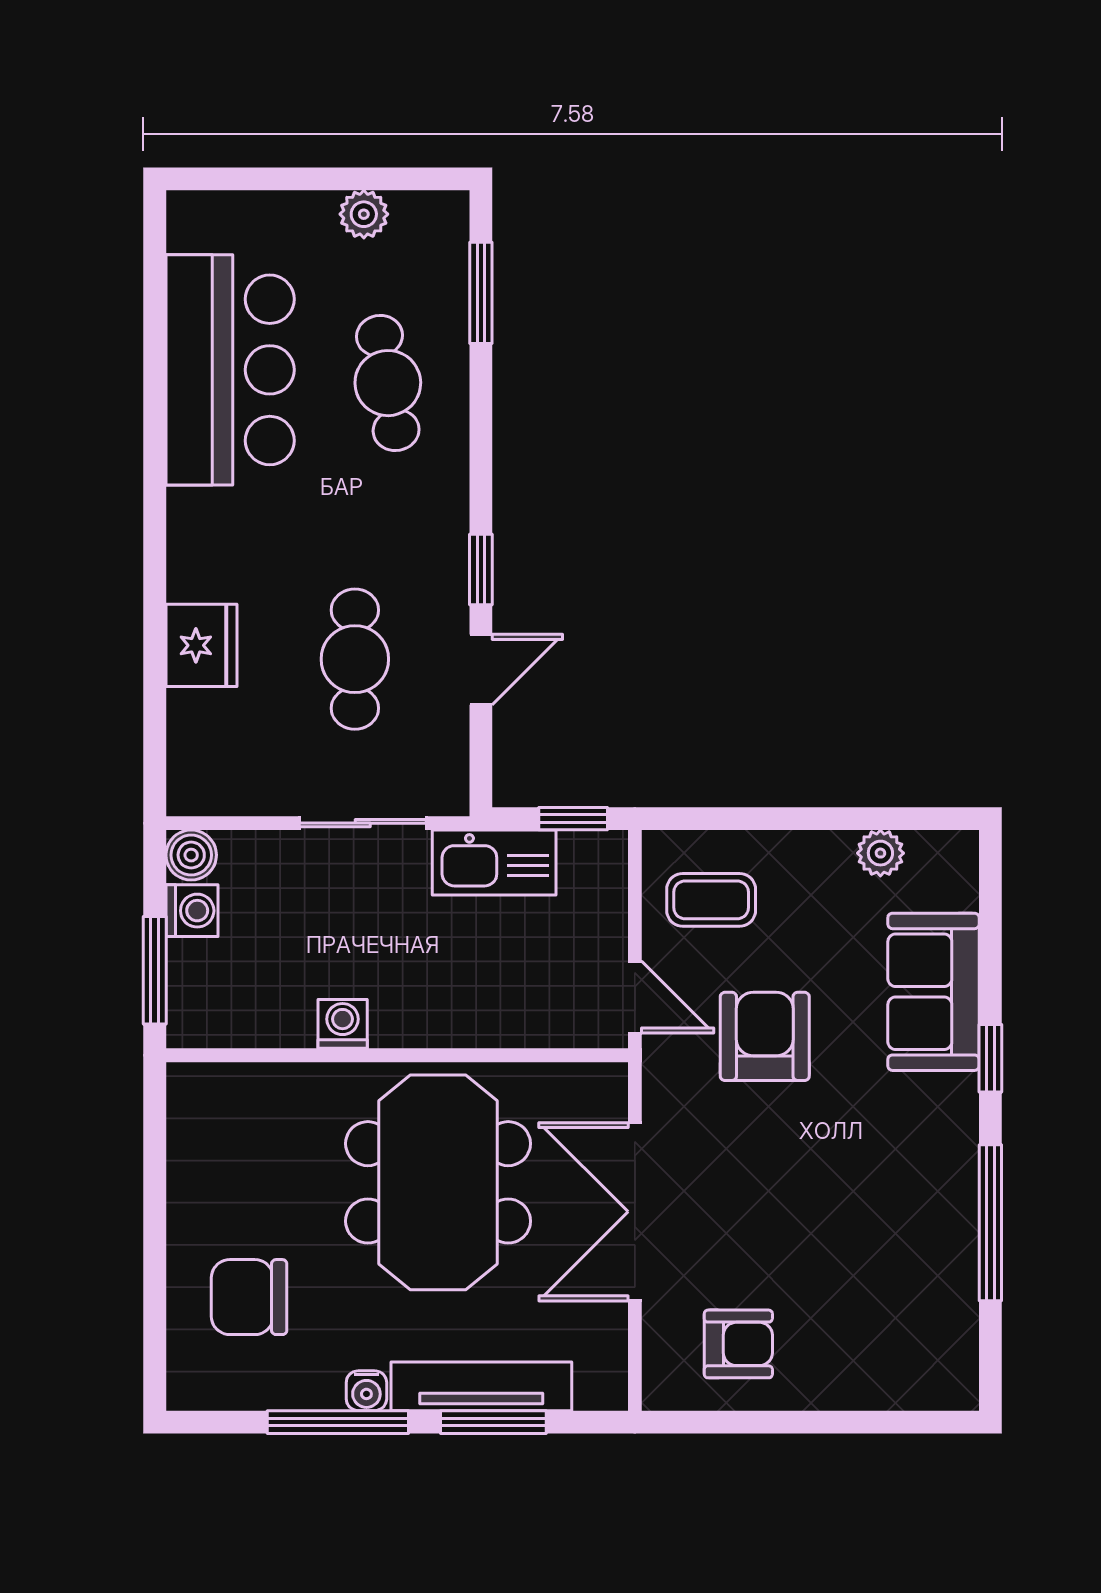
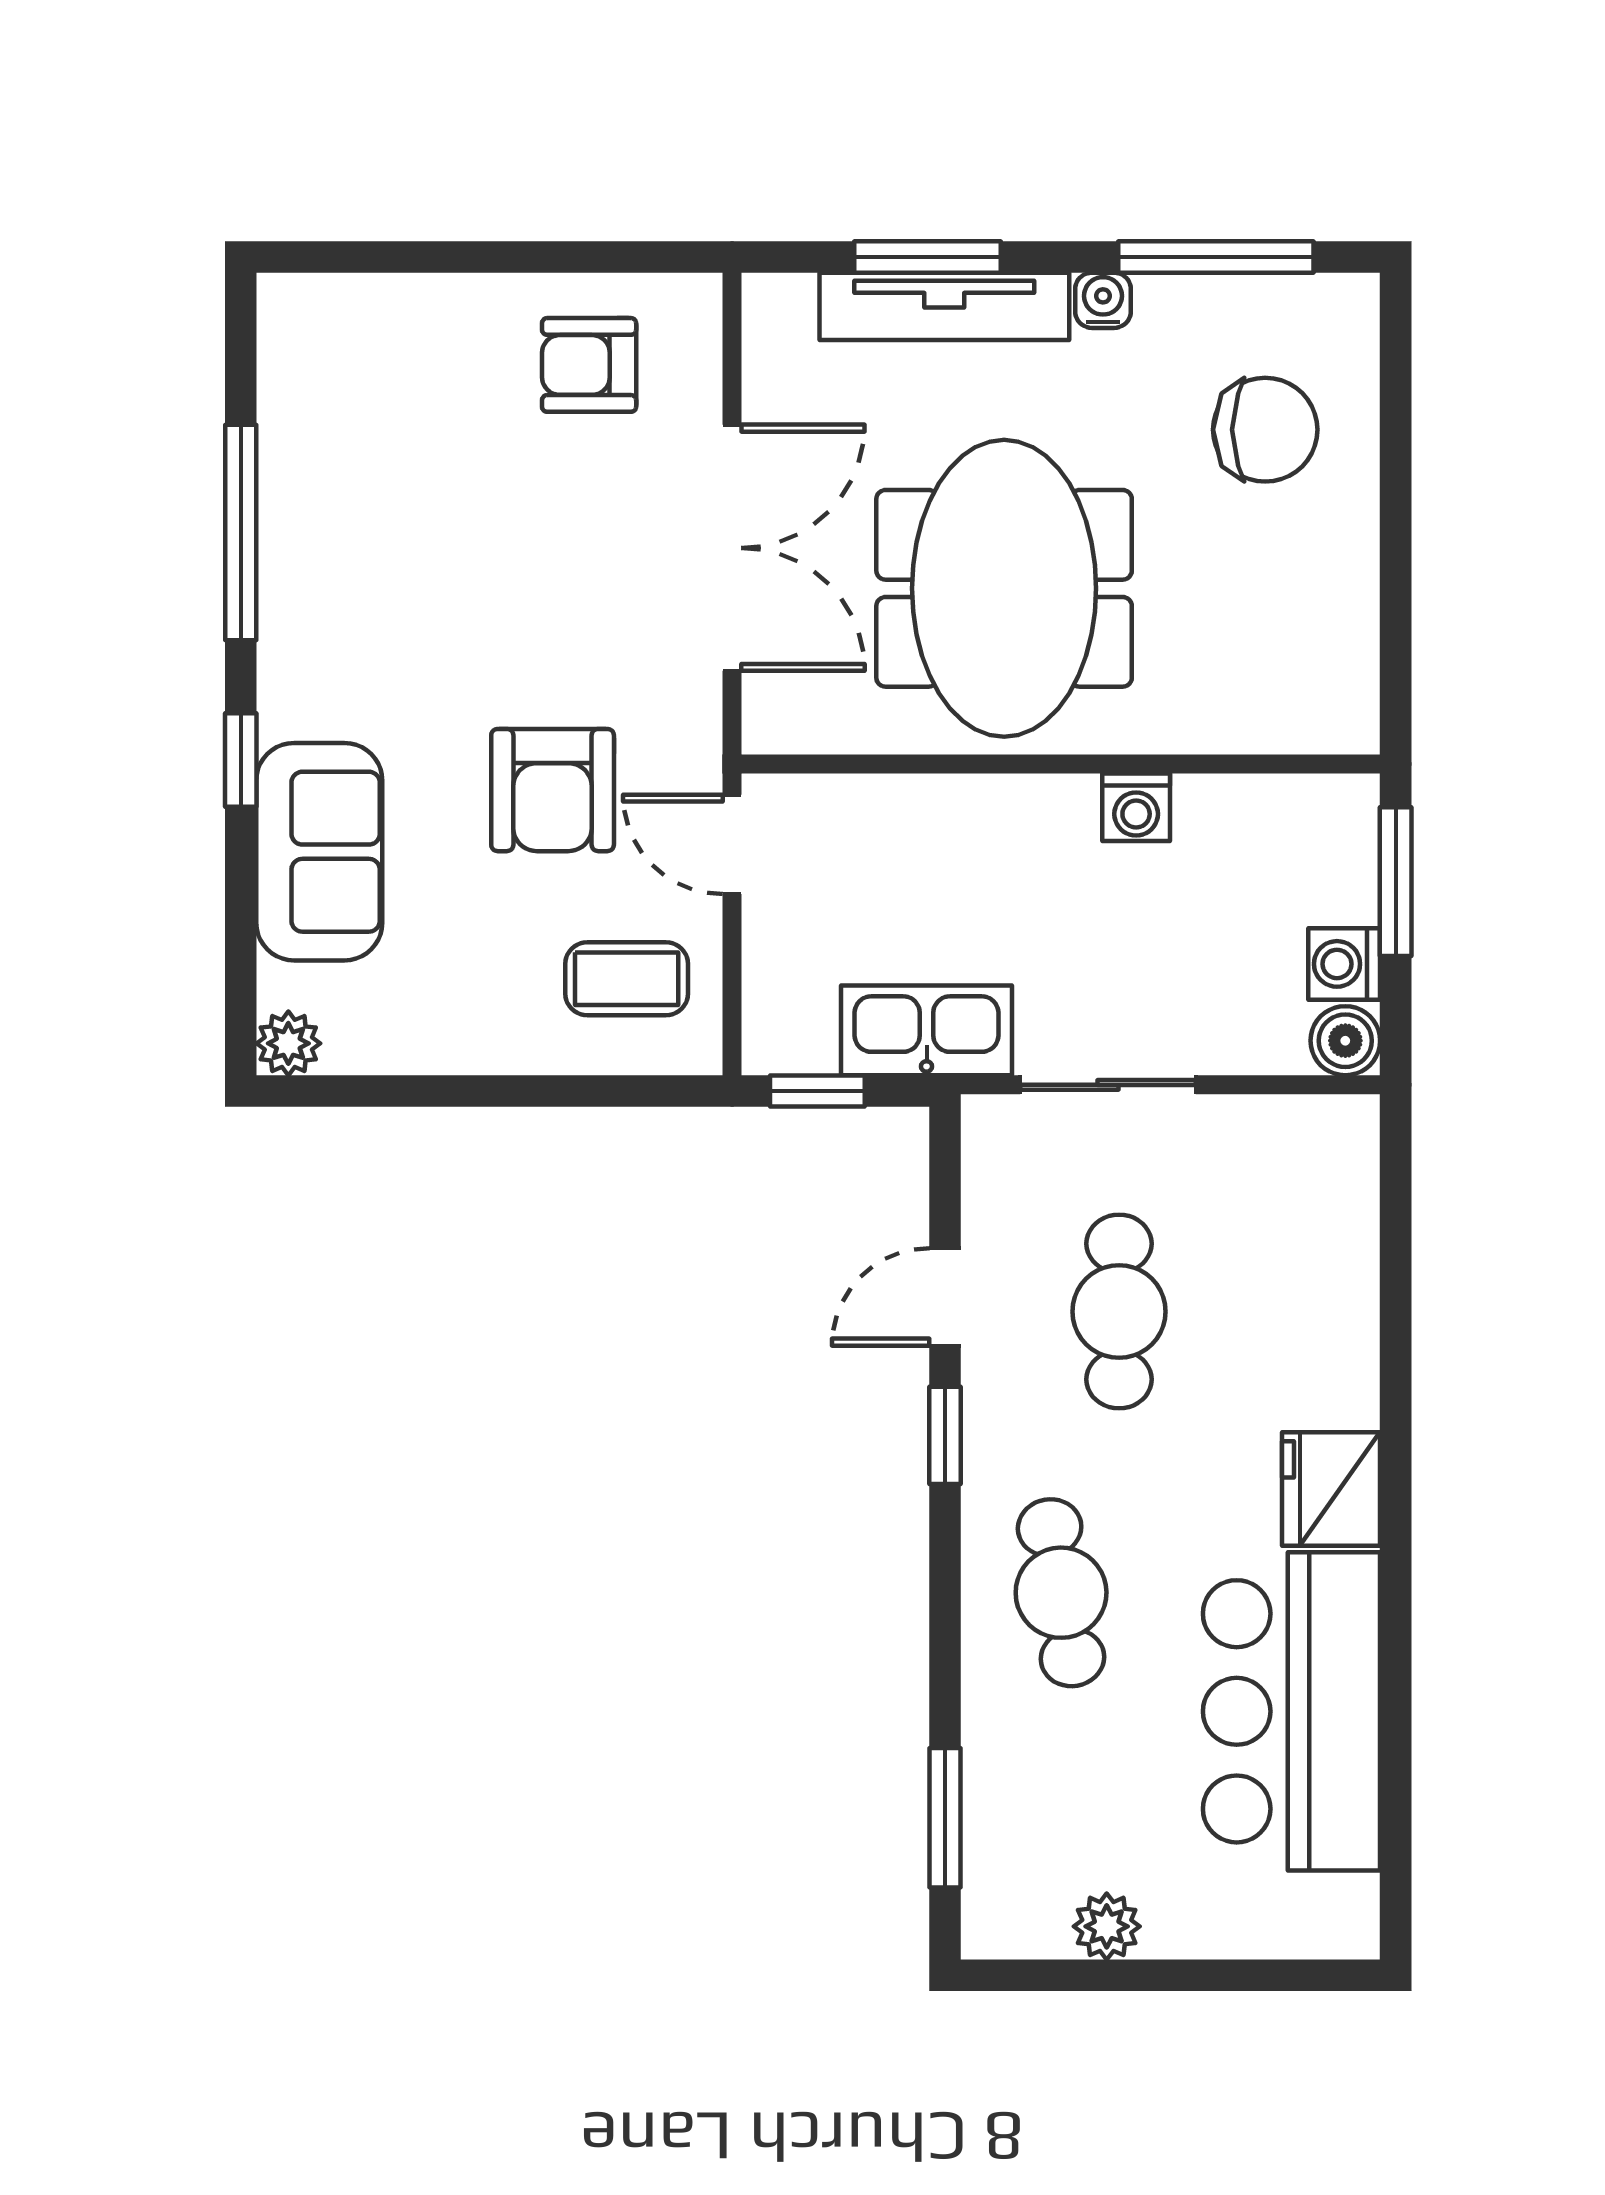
cafe table: (388, 383) -> (1061, 1593), moved
fridge: (201, 645) -> (1331, 1489), moved
plant: (880, 853) -> (288, 1043), moved
window: (338, 1422) -> (1216, 257), moved

